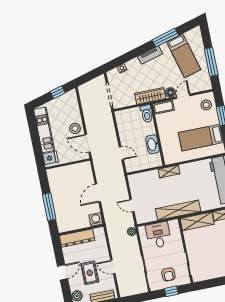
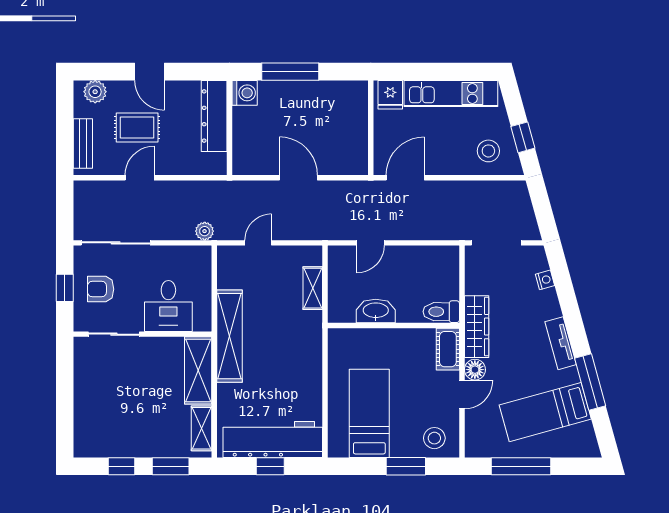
door: (183, 96) -> (462, 395), hinge flipped
stool: (75, 128) -> (488, 151), moved
shelving: (169, 171) -> (313, 288), moved
washing machine: (96, 219) -> (245, 93), moved
desk: (158, 235) -> (168, 306), moved, turned 90

